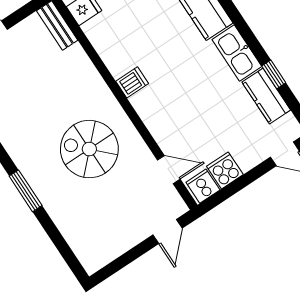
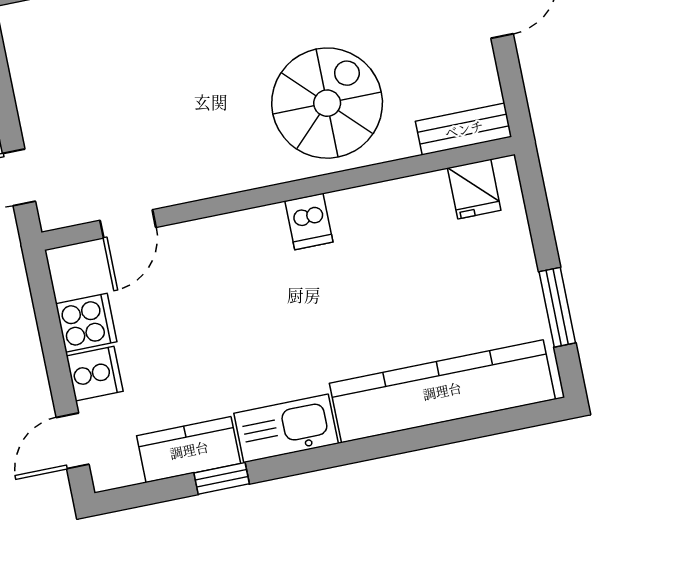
spiral stairs: (89, 149) -> (327, 103), moved
cooker: (203, 186) -> (95, 374), moved

